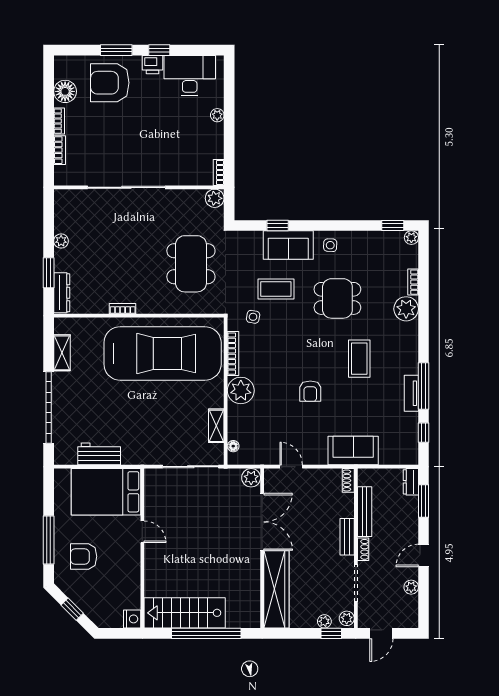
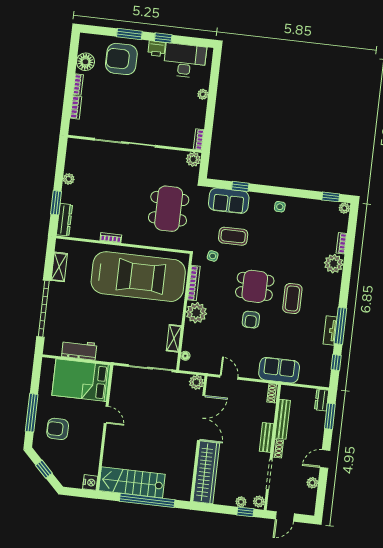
sofa: (288, 245) -> (229, 201), moved
dining table: (337, 298) -> (255, 286), moved

